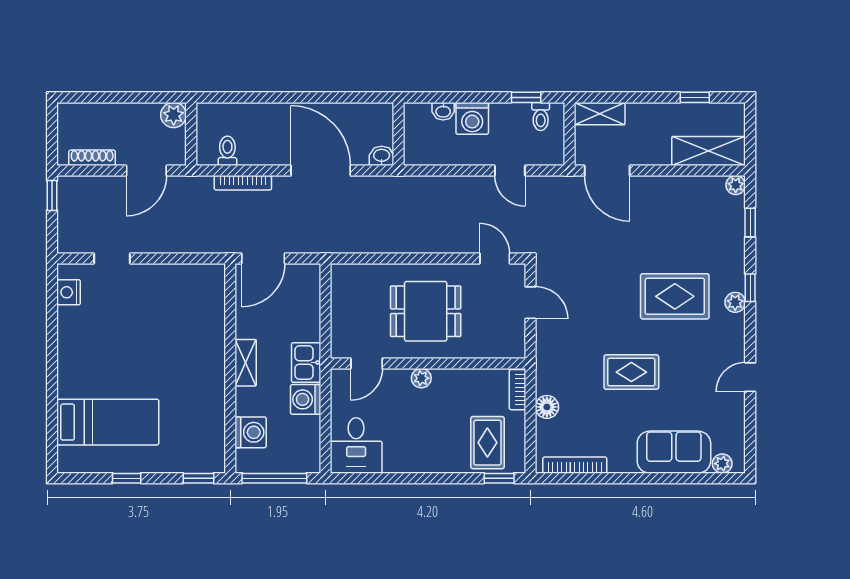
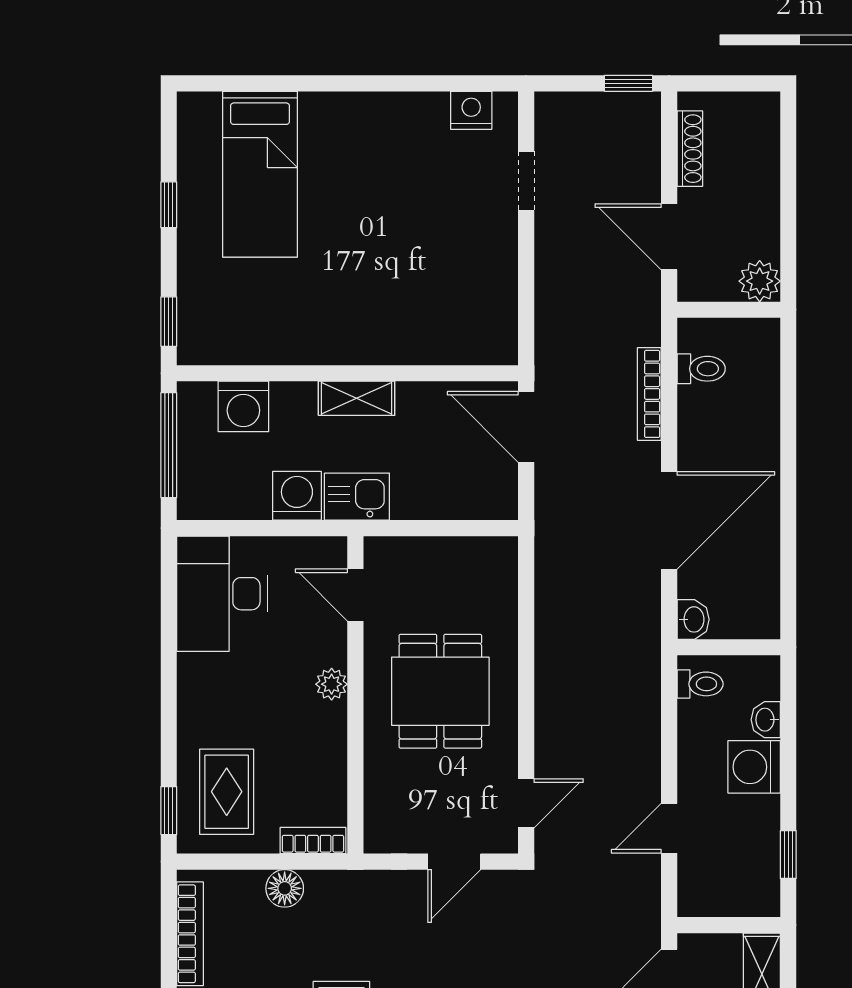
toilet: (541, 116) -> (700, 684), moved, turned 180
rug: (487, 443) -> (227, 792), turned 90
desk: (356, 445) -> (222, 594), width x1.37

